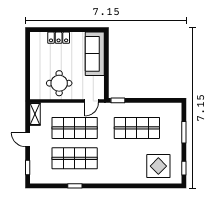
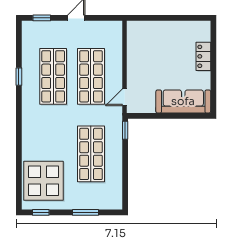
round table: (59, 83) -> (147, 57), removed
door: (91, 101) -> (125, 97), hinge flipped
shelving: (35, 114) -> (108, 27), removed
display table: (158, 166) -> (43, 181), width x1.36, depth x1.36

